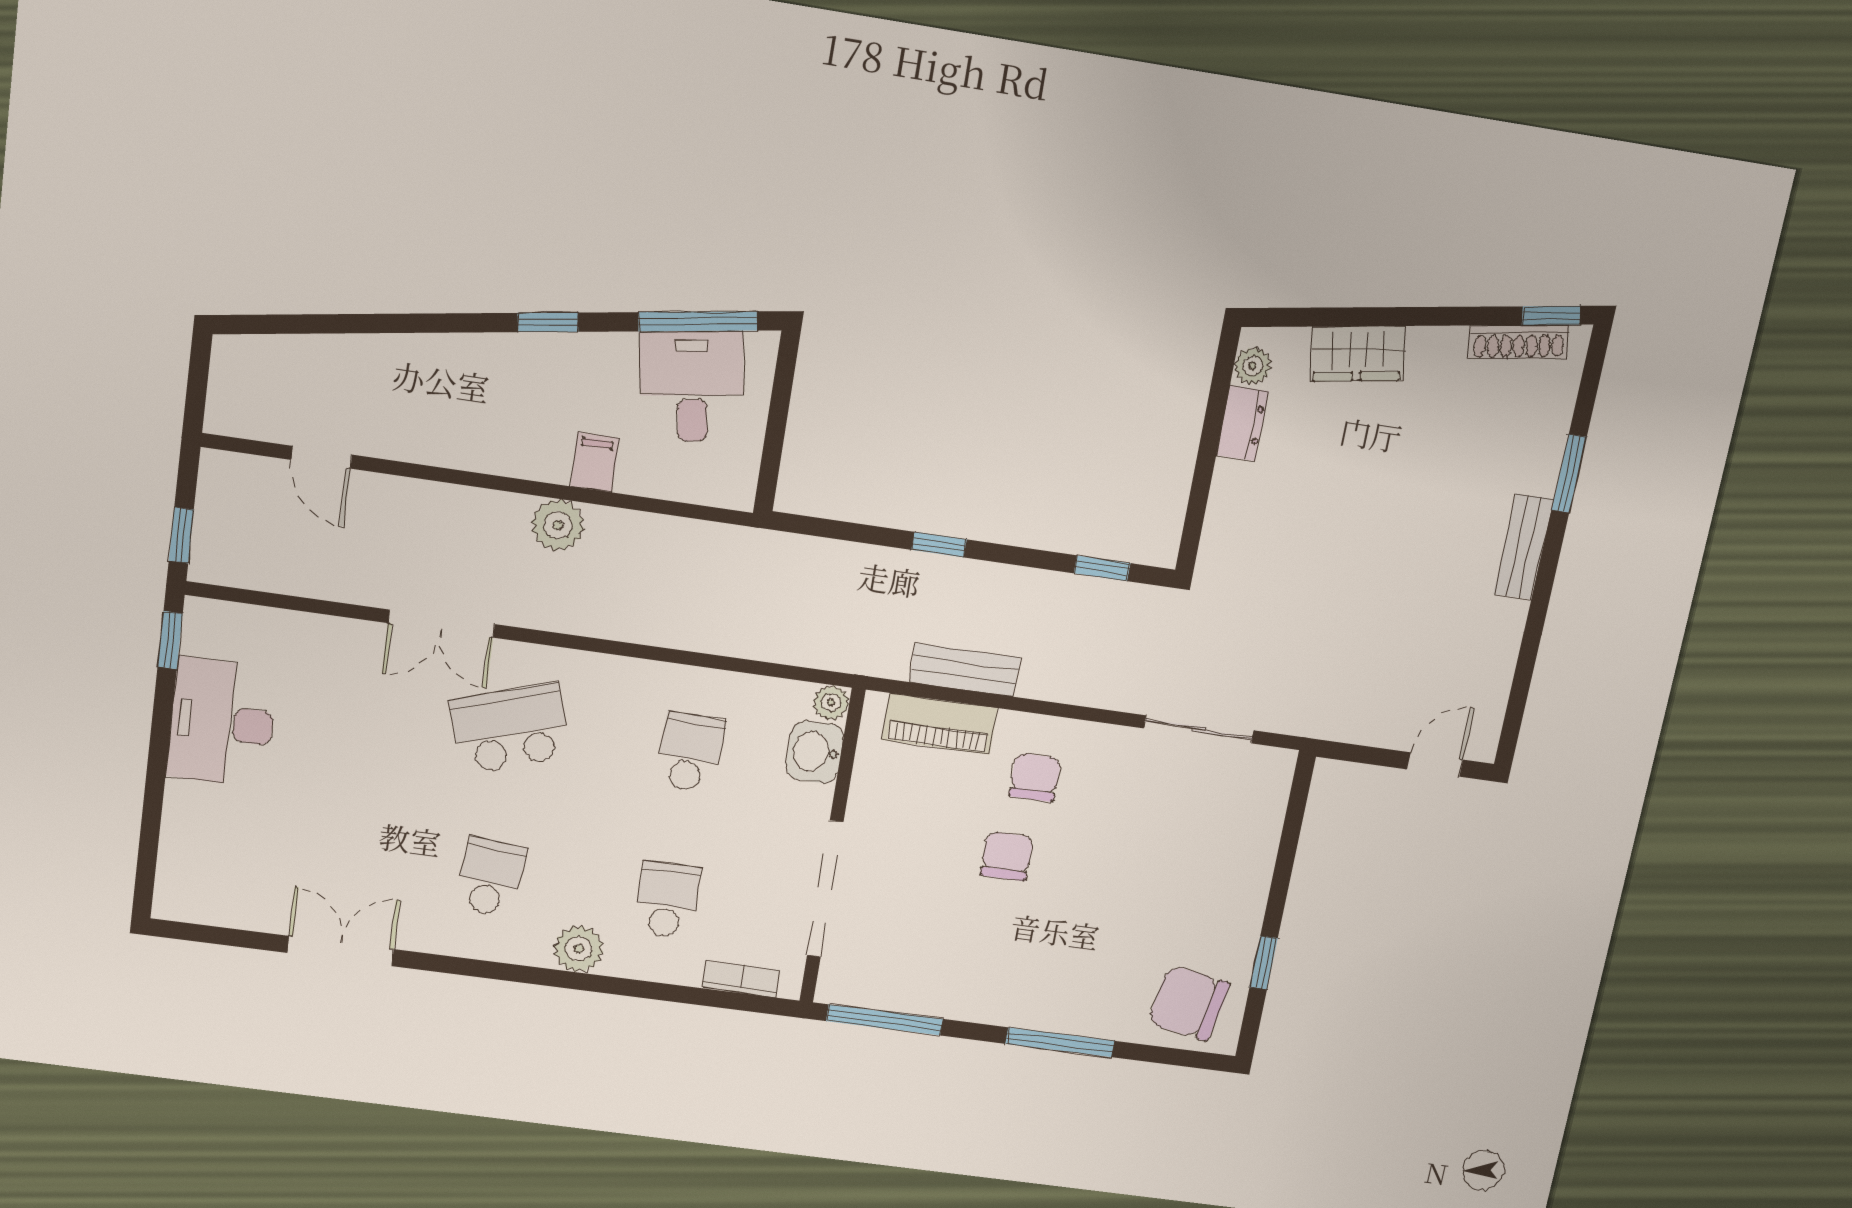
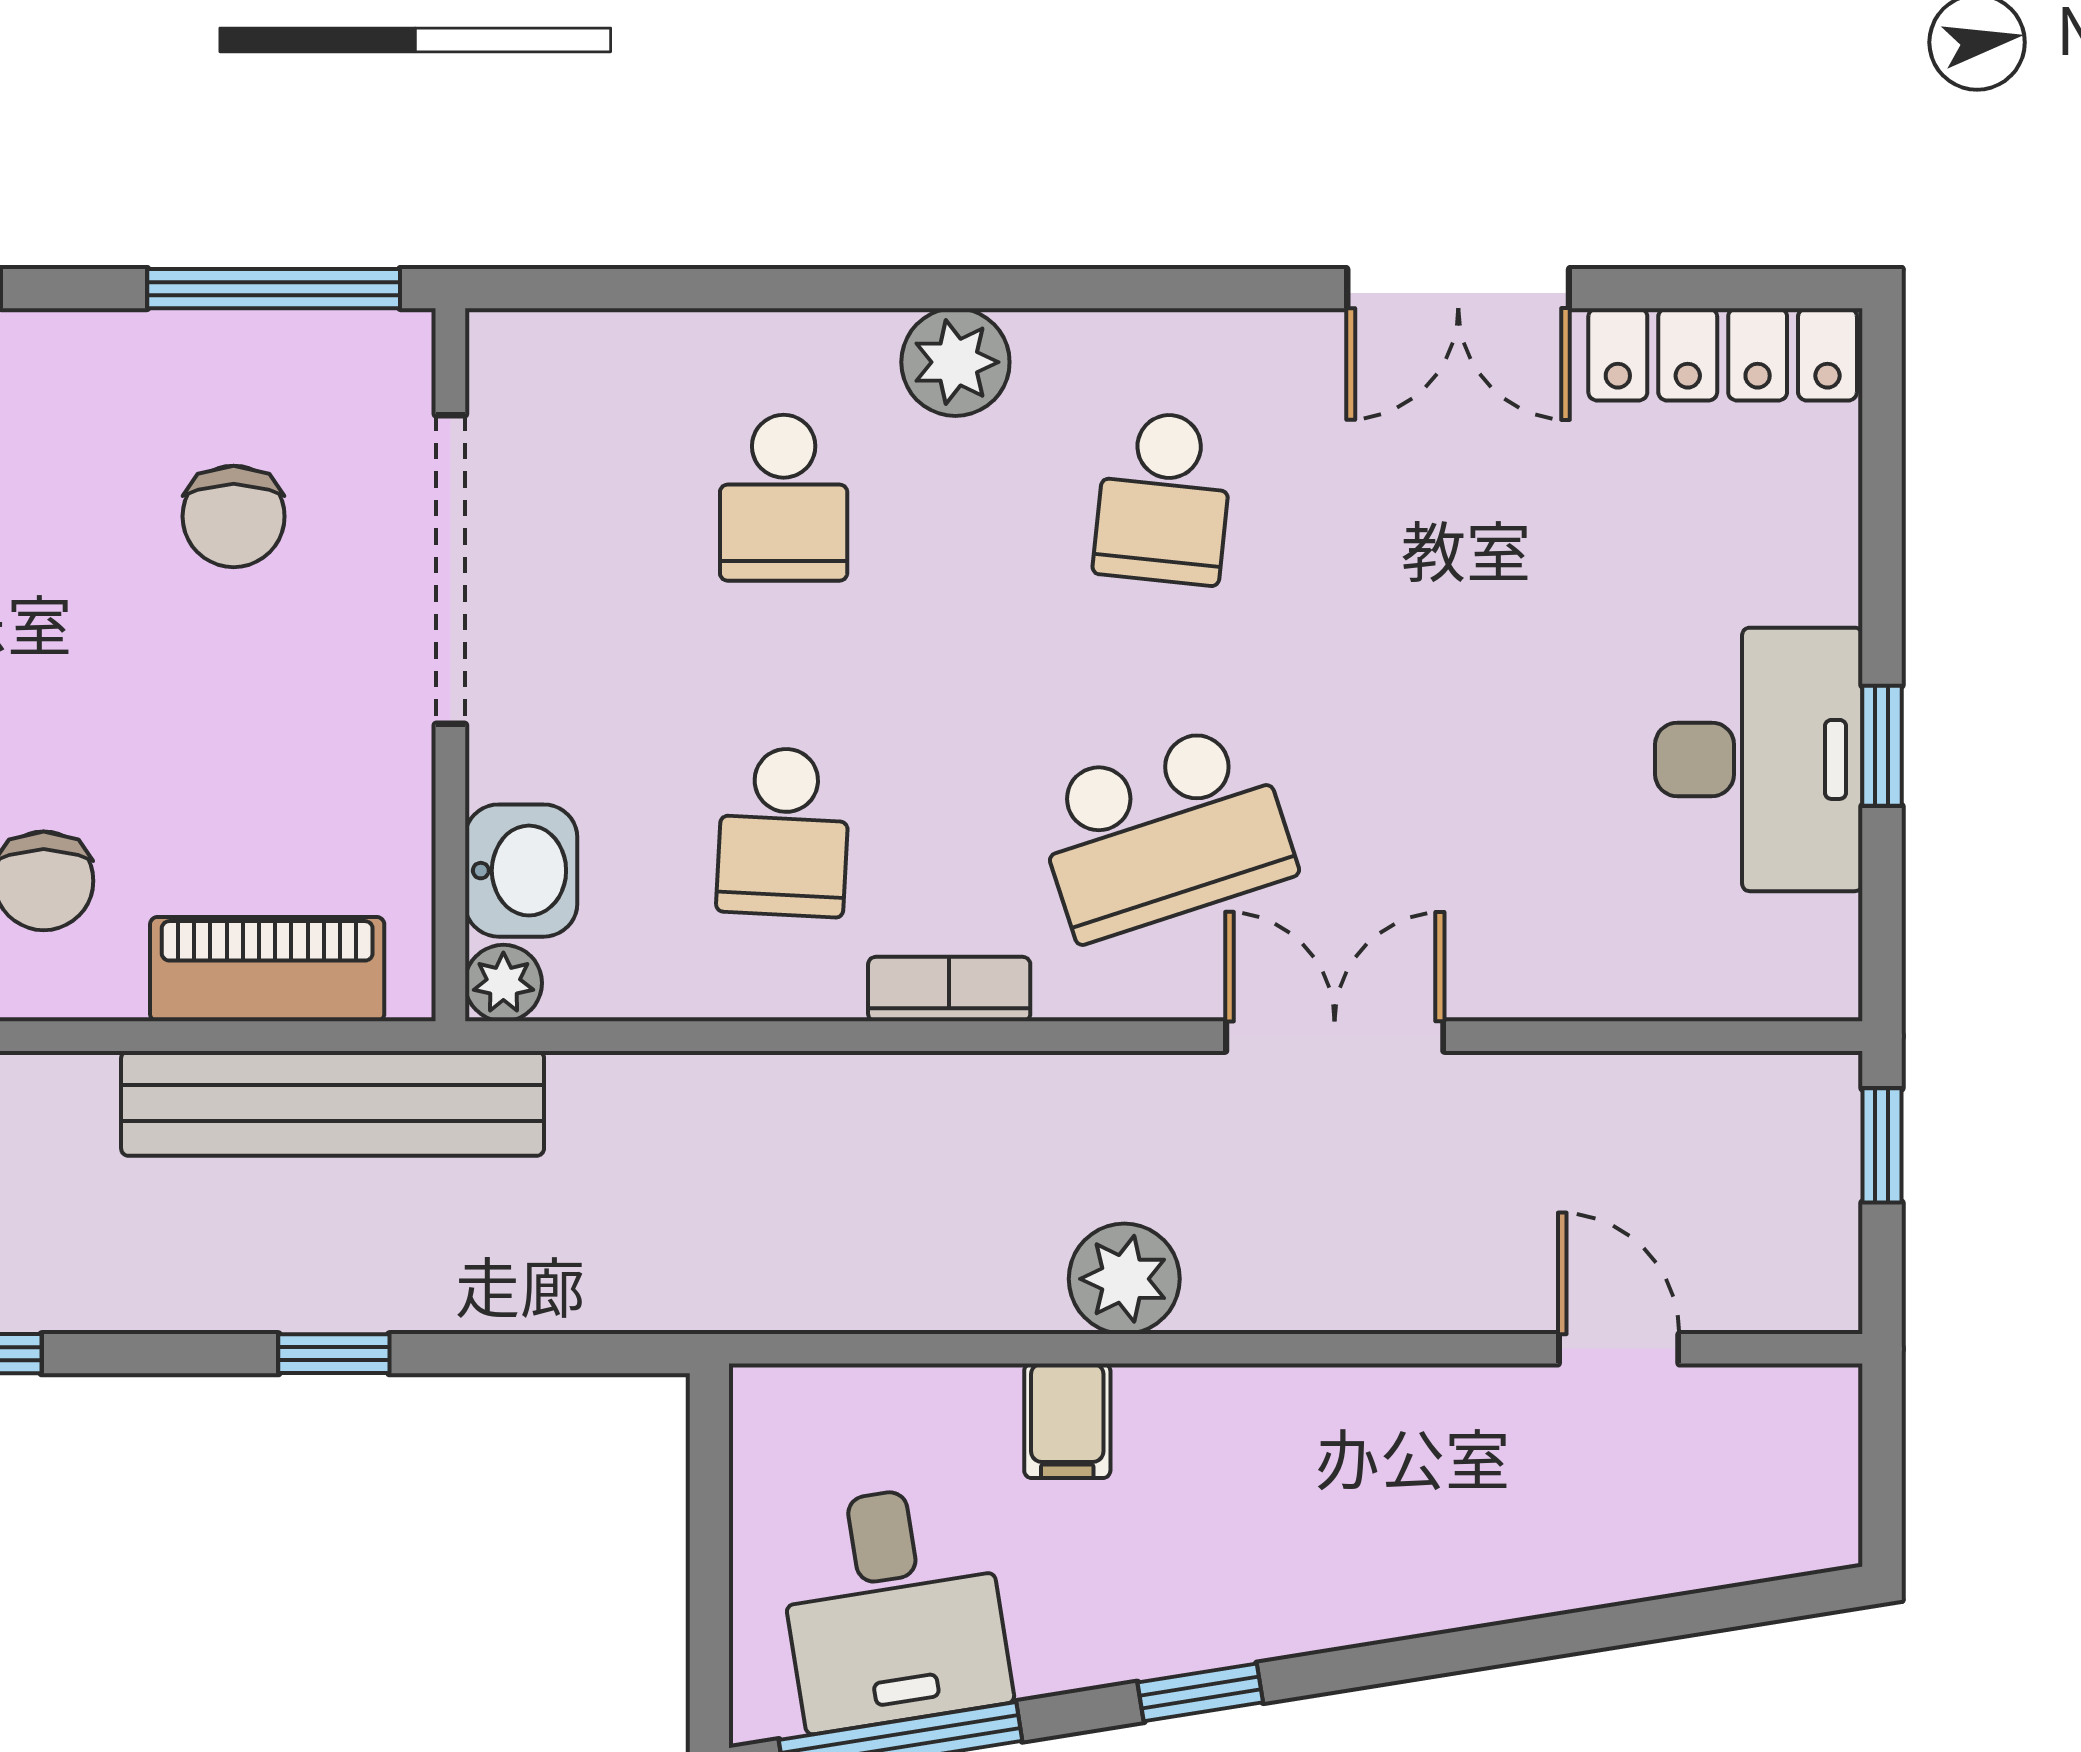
window: (170, 640) -> (1882, 746), moved
bench: (965, 670) -> (333, 1103), width x1.86, depth x1.21
chair: (1007, 856) -> (234, 516), moved
locker: (219, 906) -> (1723, 354), added
bookcase: (741, 979) -> (949, 989), moved, turned 180

